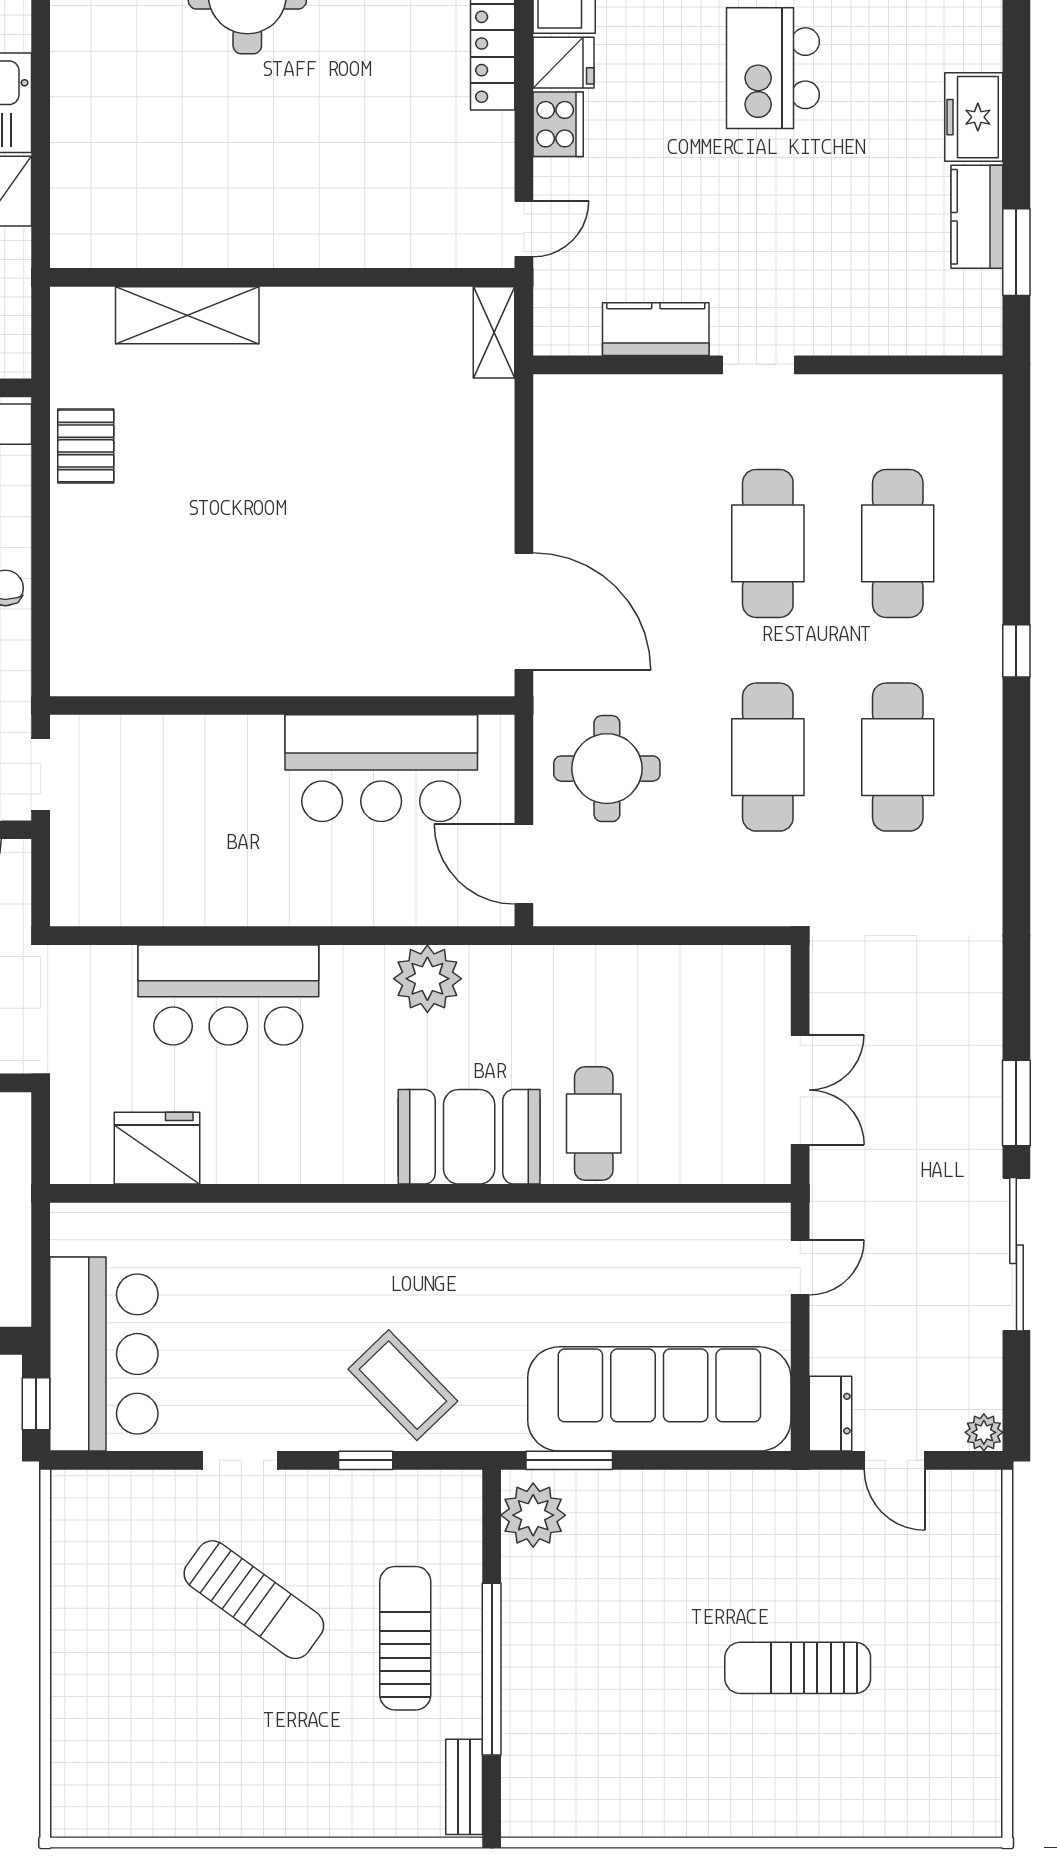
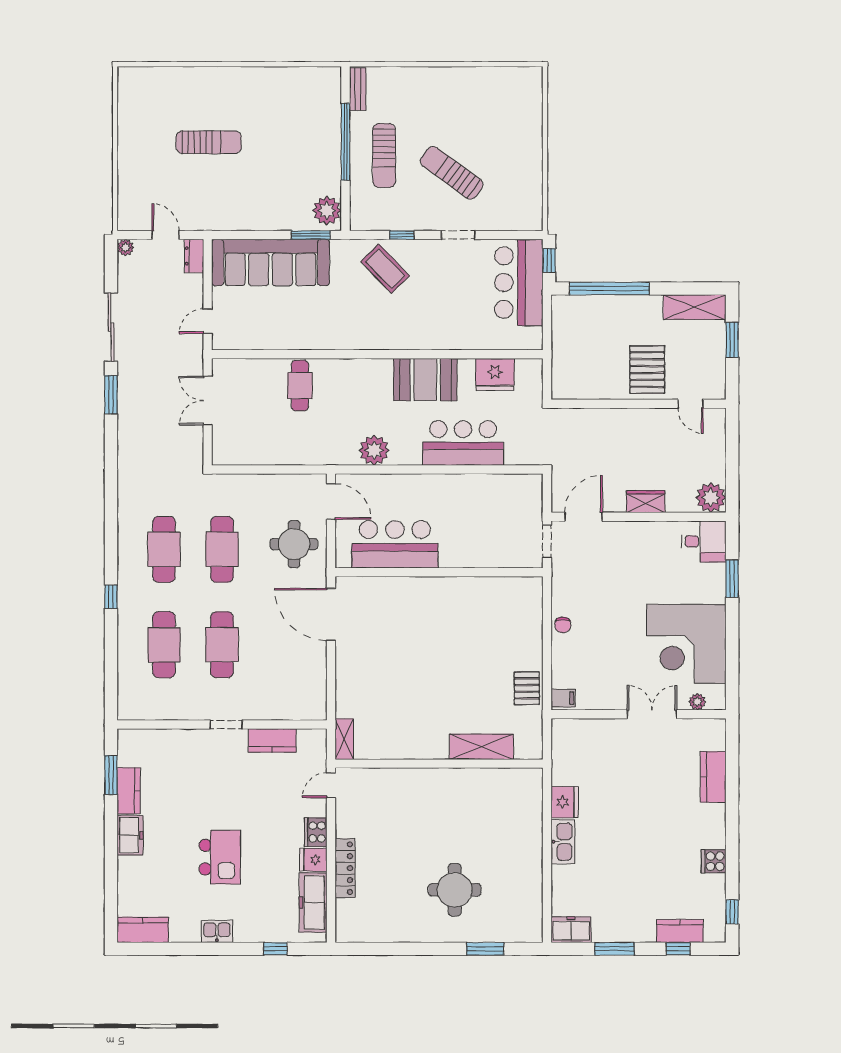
booth: (469, 1137) -> (425, 380), moved

